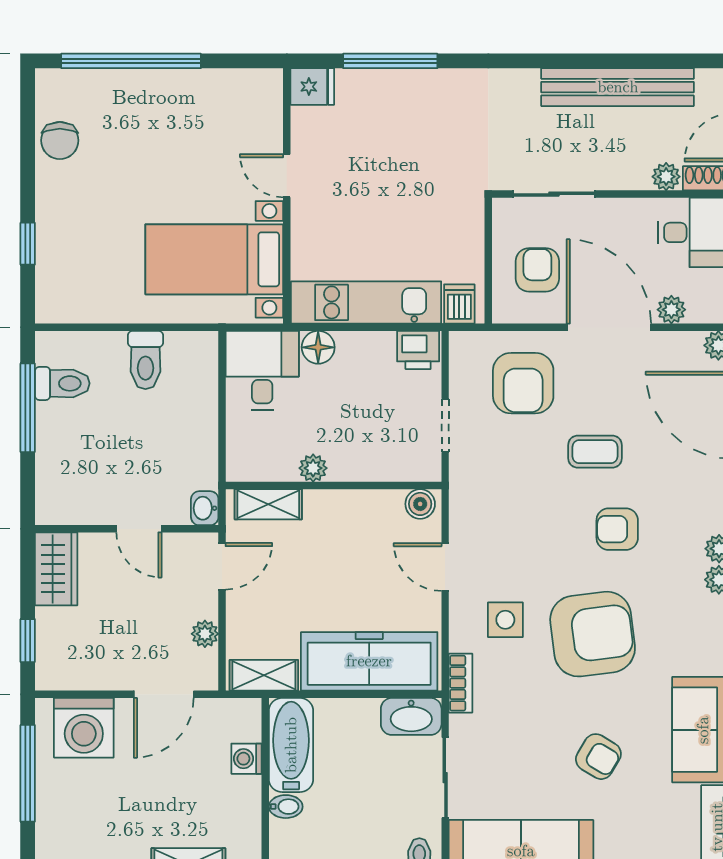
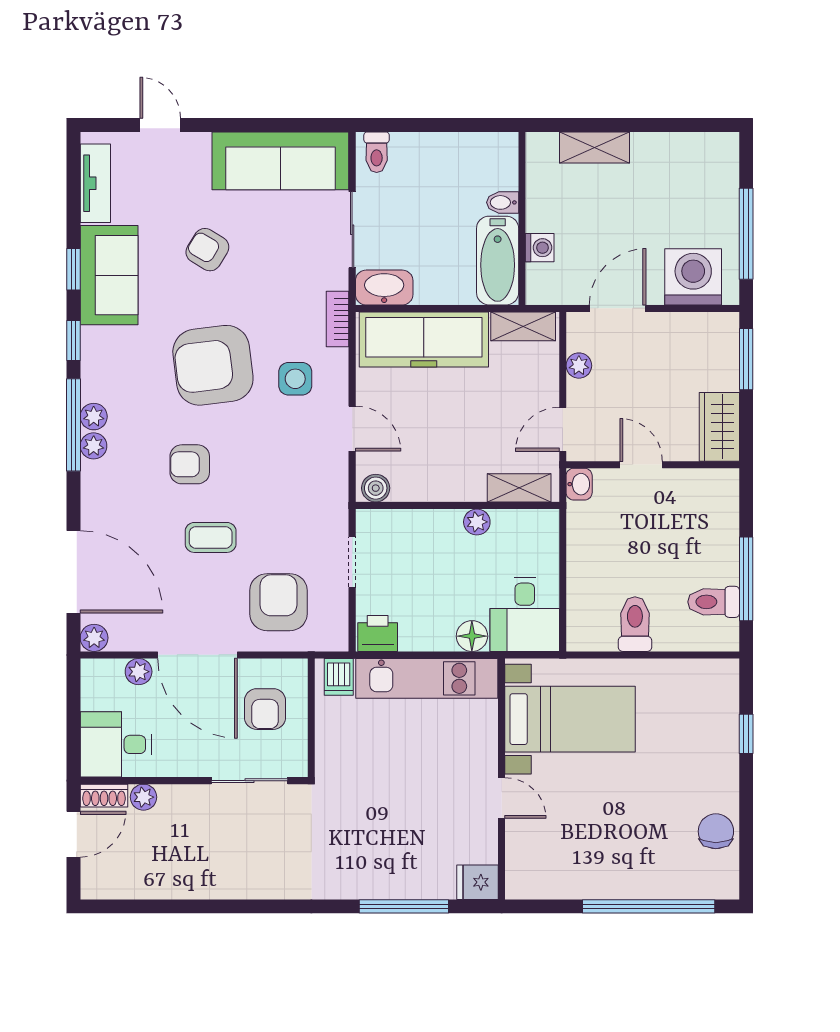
bench: (618, 87) -> (189, 882), removed
armchair: (617, 529) -> (190, 464), turned 180
window: (28, 641) -> (746, 359), width x1.50

